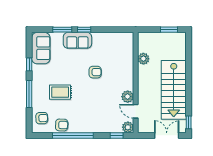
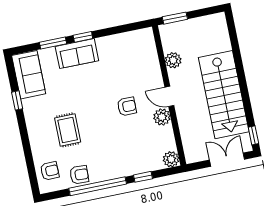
window: (169, 30) -> (175, 18), moved
armchair: (95, 72) -> (127, 106), moved
rug: (60, 92) -> (68, 130), turned 90
window: (29, 94) -> (26, 141), removed
door: (136, 111) -> (169, 96), moved
window: (117, 136) -> (143, 177), moved

